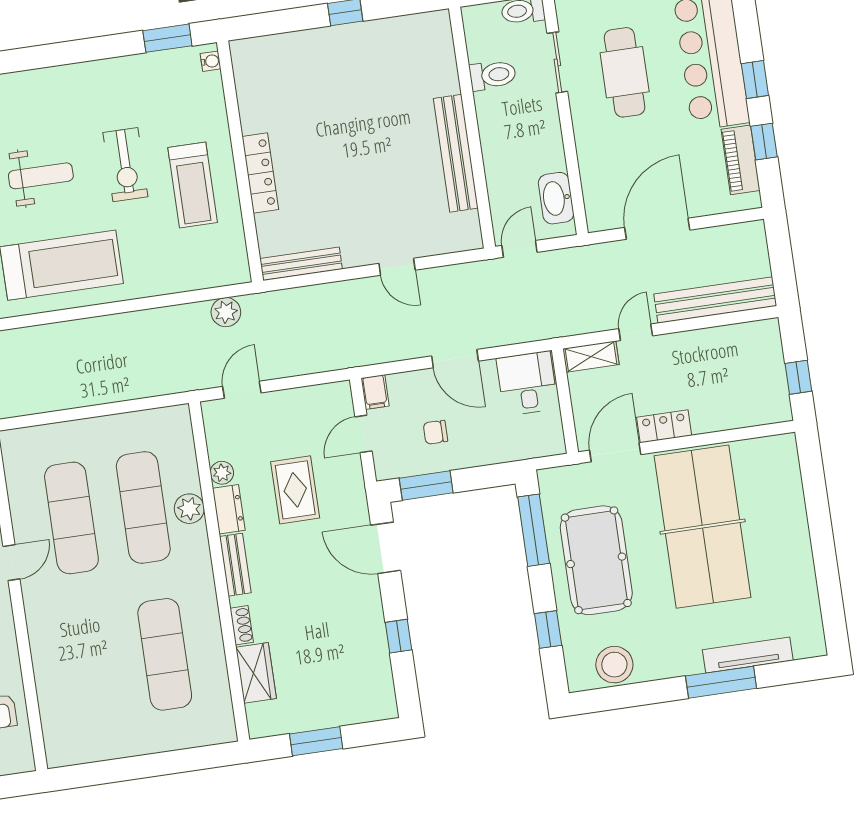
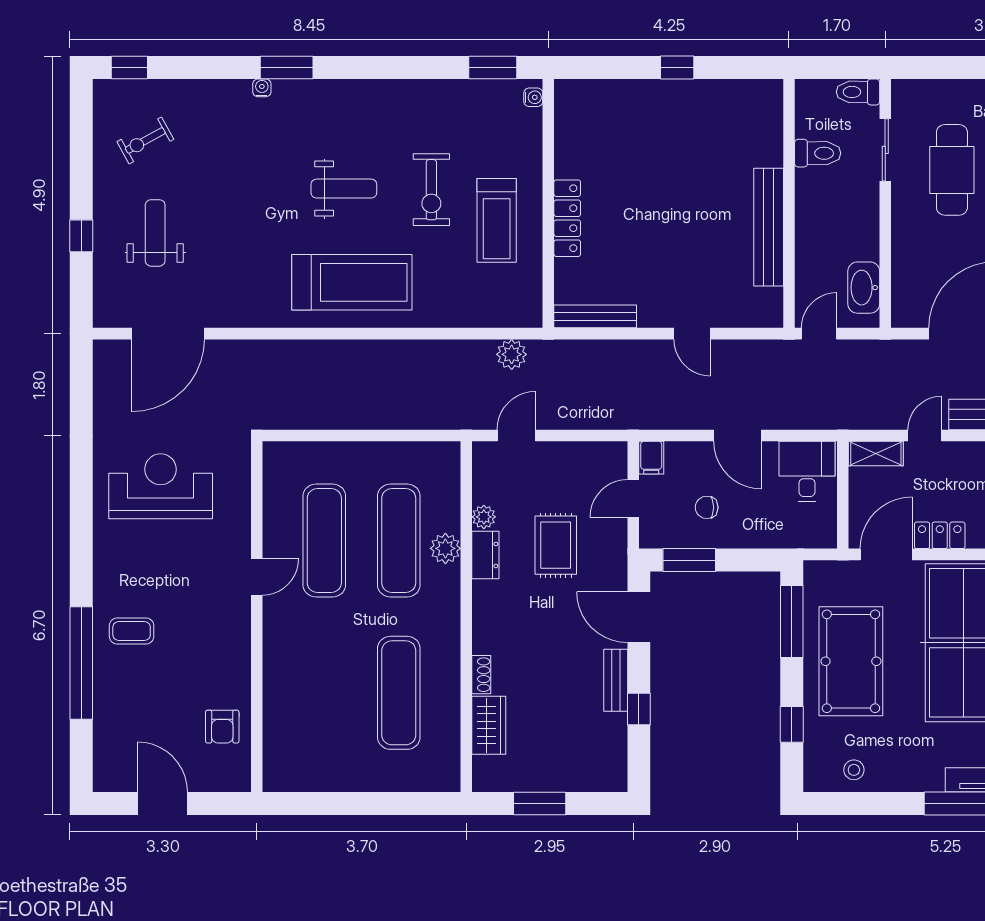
bench: (235, 565) -> (616, 680), moved
stool: (614, 665) -> (854, 770), width x0.53, depth x0.53

